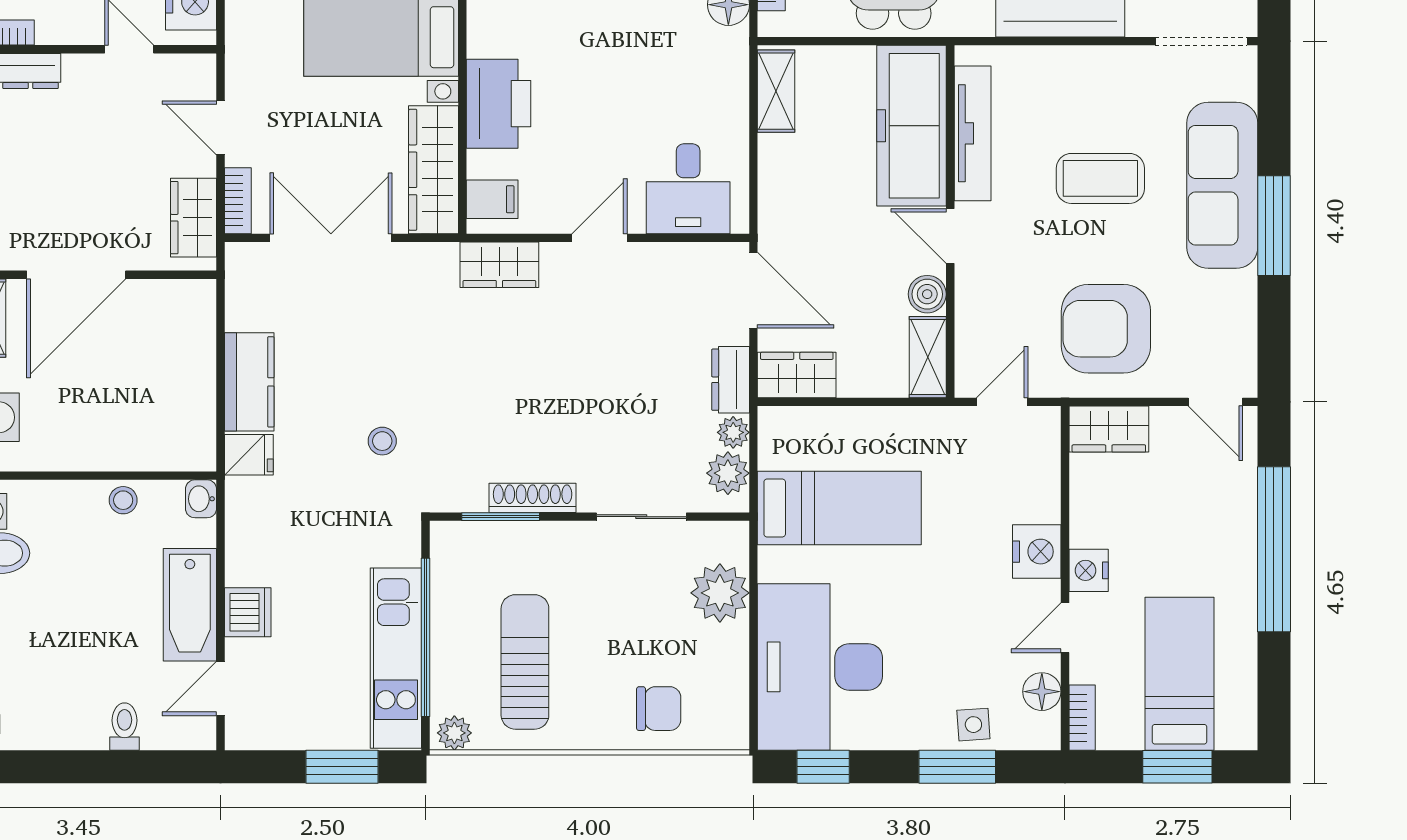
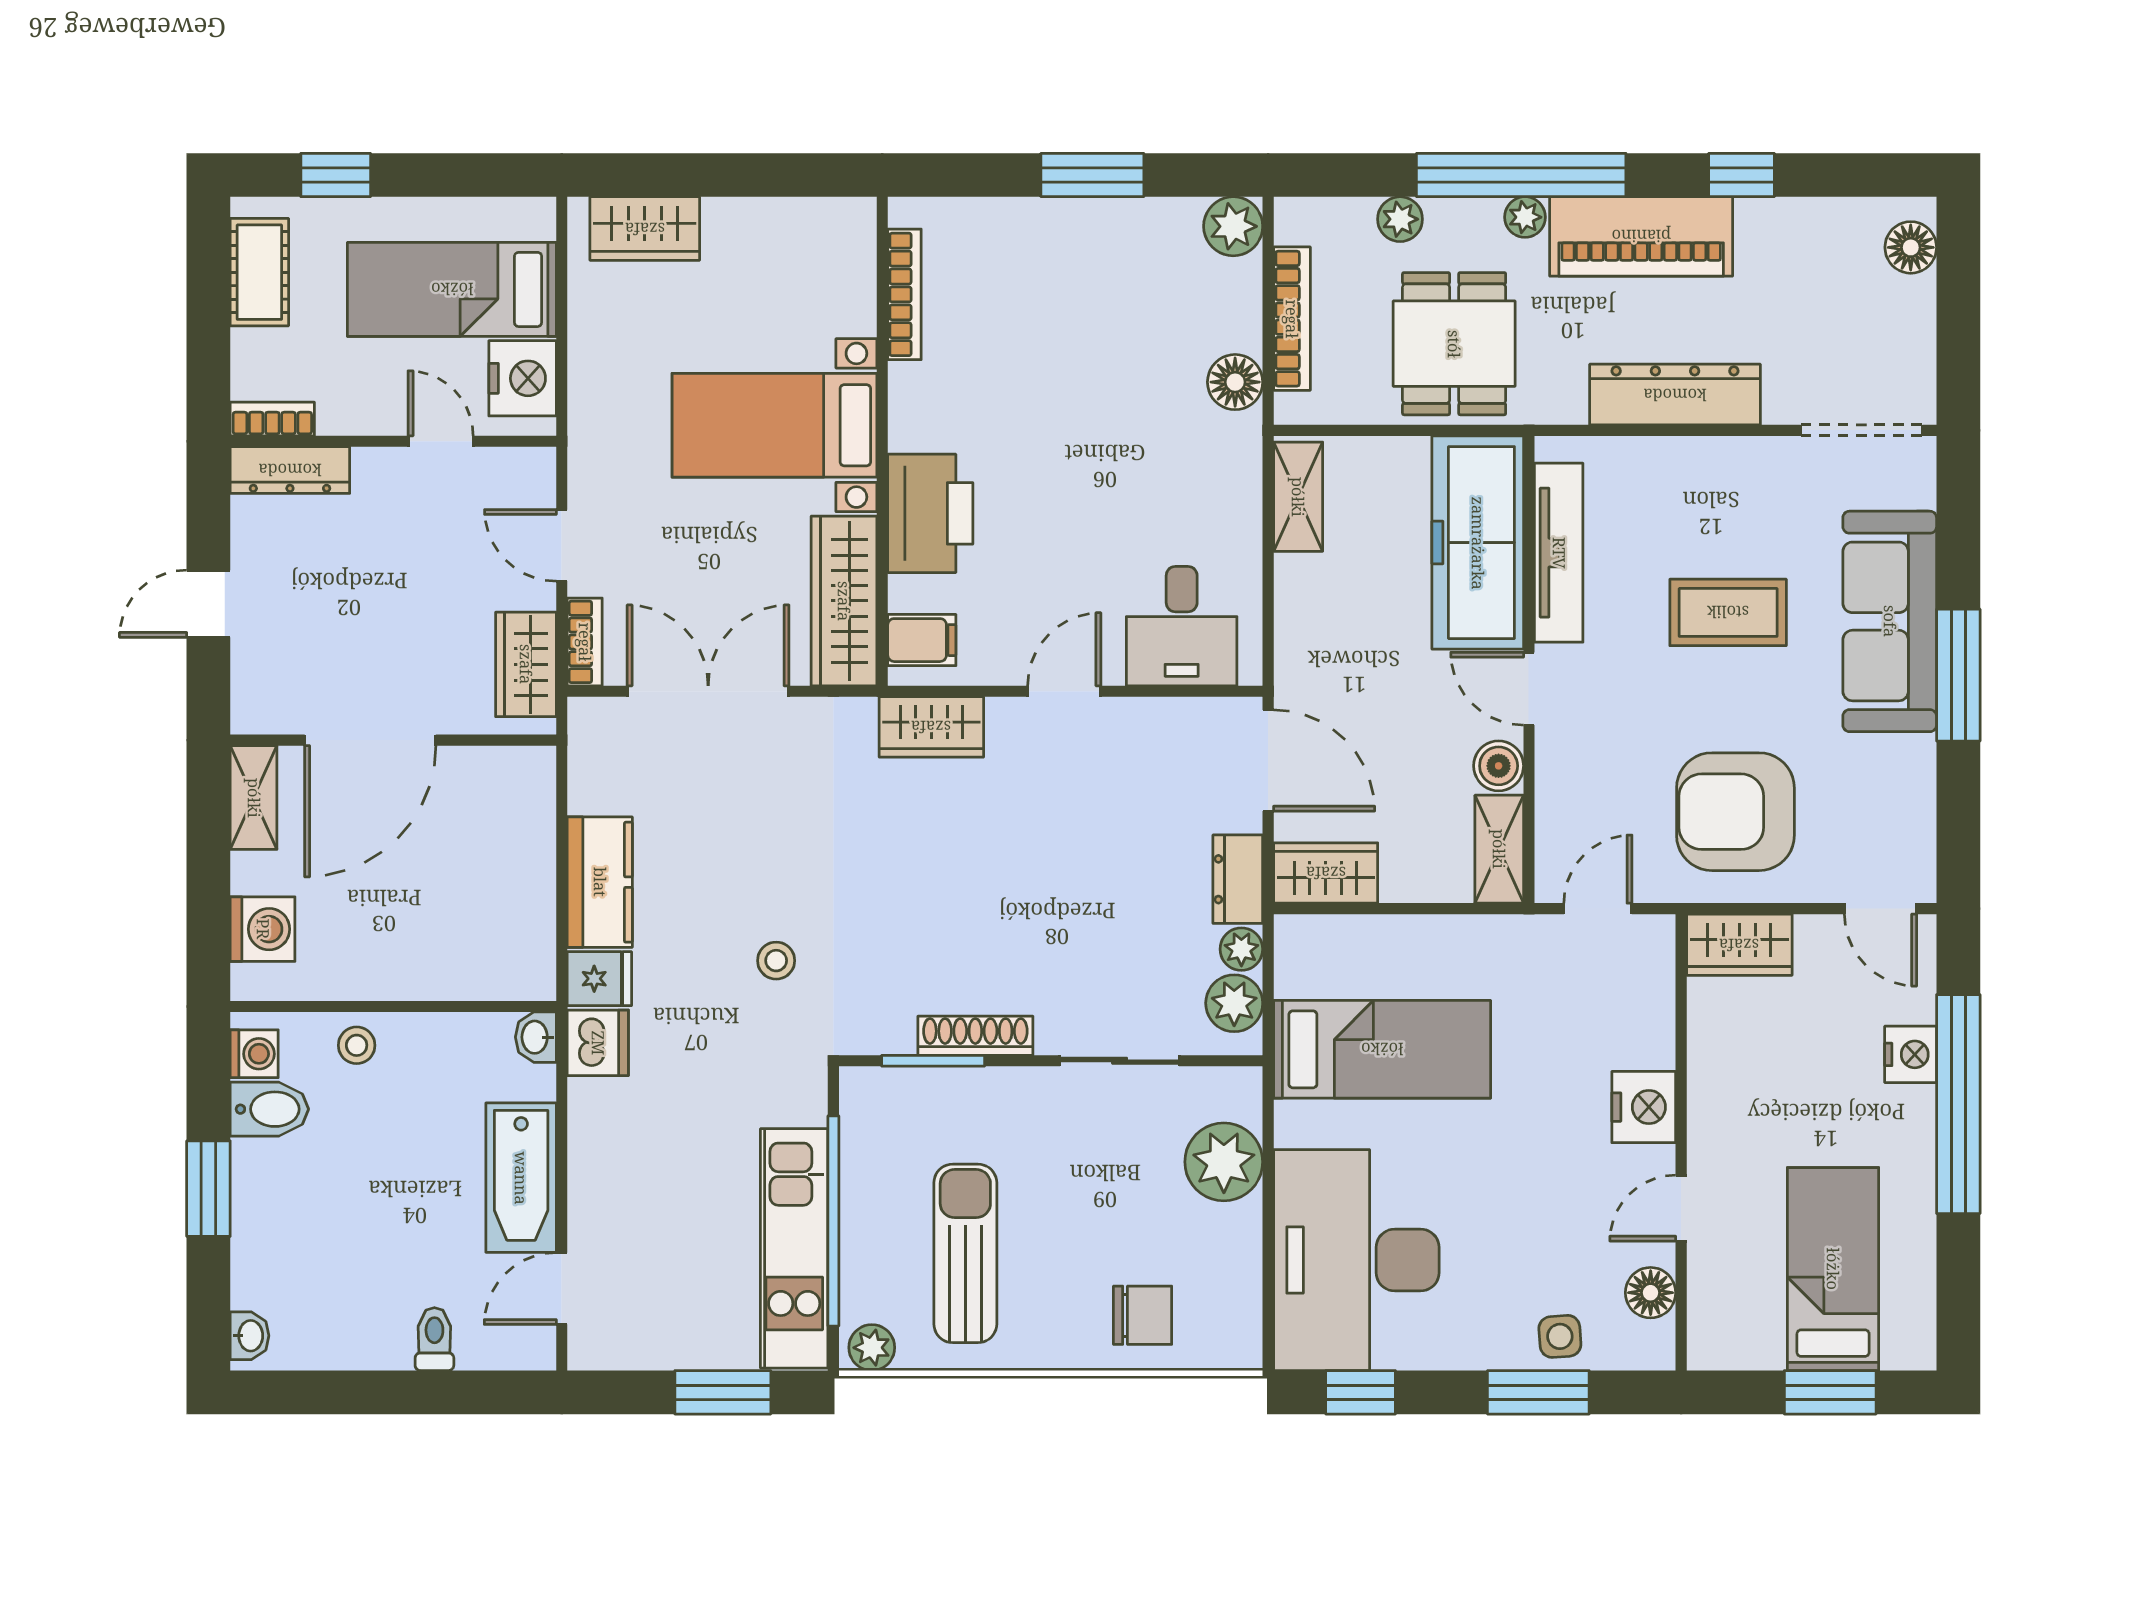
stool: (123, 500) -> (357, 1045), moved
nightstand: (1089, 570) -> (1911, 1054), moved, turned 180
dishwasher: (248, 612) -> (598, 1043), moved
bookcase: (1082, 718) -> (1704, 1327), removed

